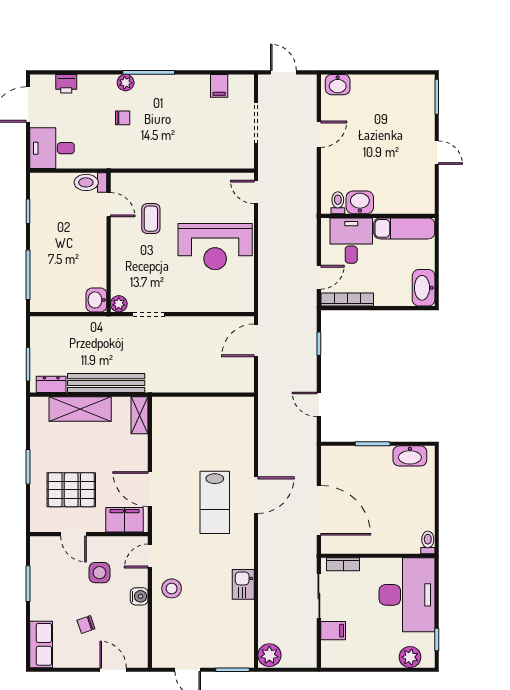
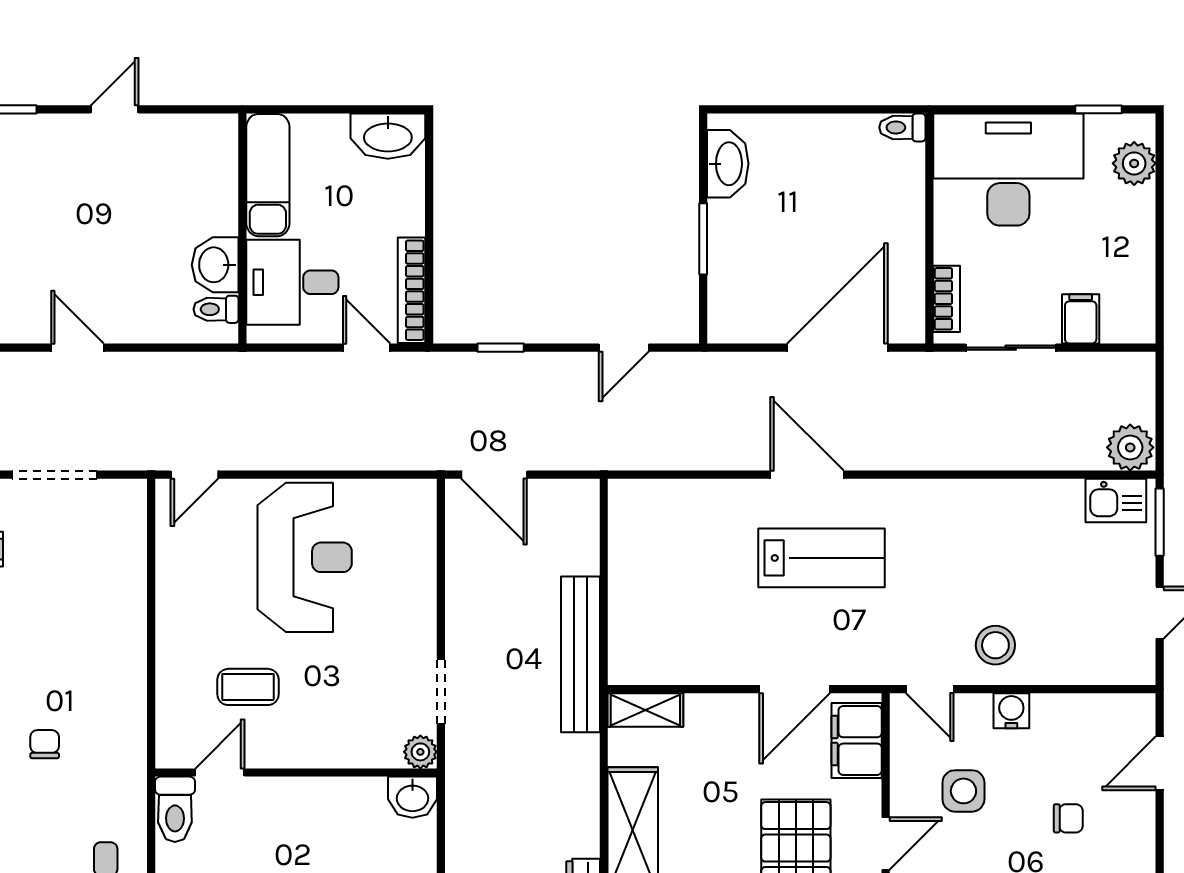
bench: (106, 383) -> (580, 654), moved
kitchen sink: (243, 584) -> (1116, 501), moved
chair: (86, 624) -> (1068, 818), turned -71

